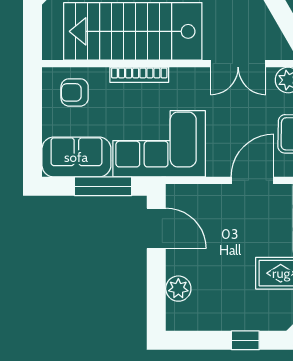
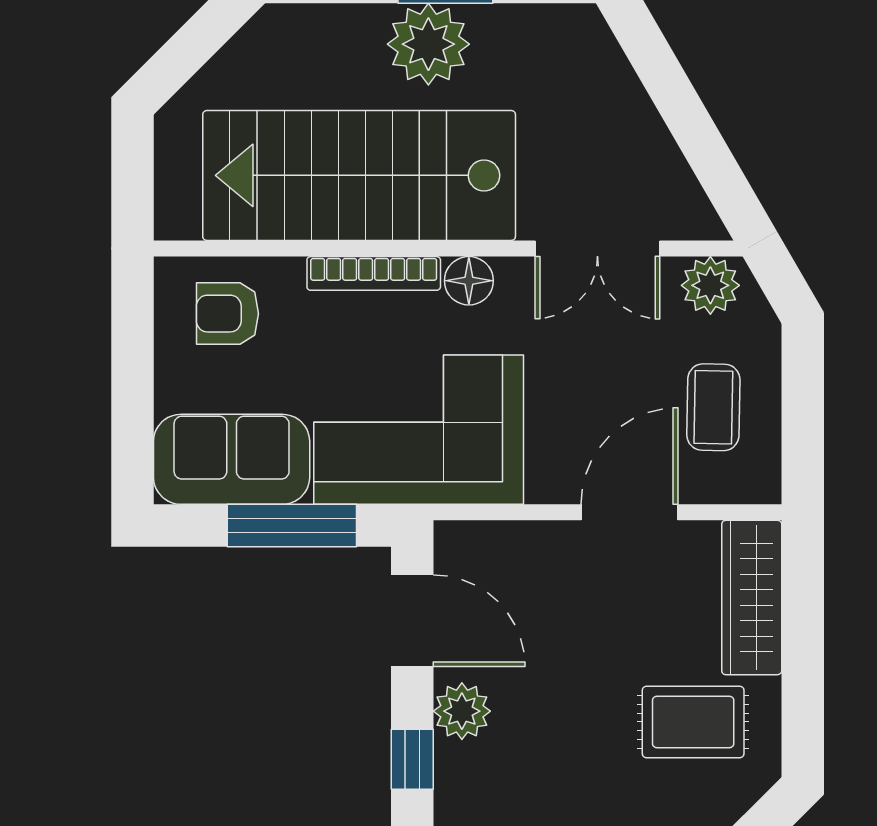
floor lamp: (181, 78) -> (469, 281), added
plant: (178, 289) -> (462, 711), moved
window: (156, 290) -> (412, 759), added

